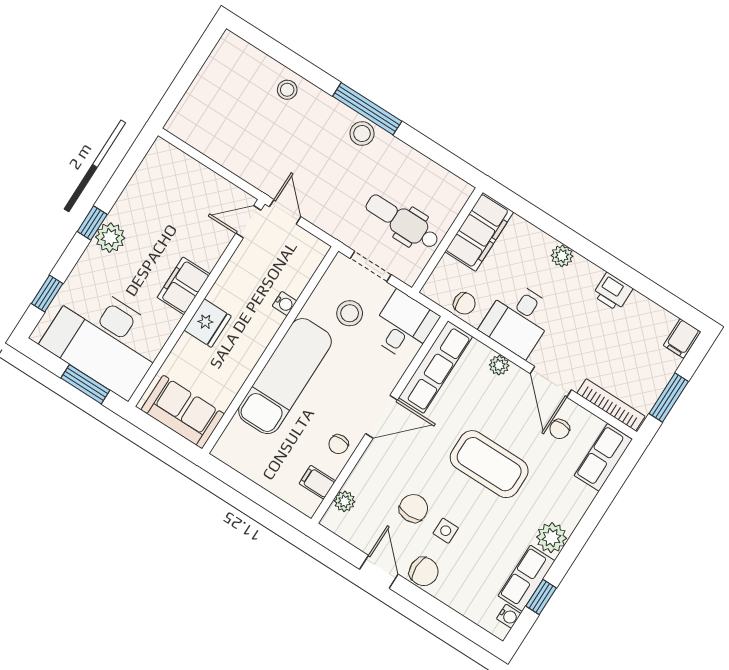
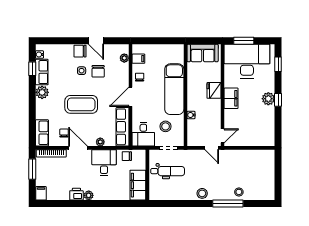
window: (367, 109) -> (228, 203), moved
plant: (562, 256) -> (89, 195), moved

